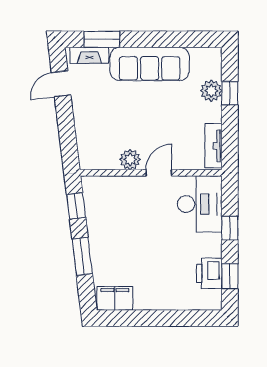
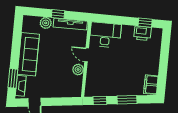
window: (230, 93) -> (58, 14), moved
tv unit: (213, 146) -> (70, 24), width x1.41
window: (230, 228) -> (120, 20), removed

